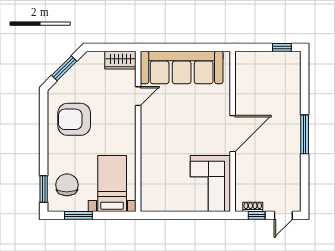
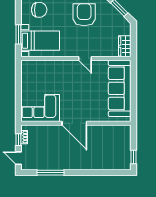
door: (138, 96) -> (85, 59), moved
window: (305, 134) -> (51, 173), moved
window: (78, 215) -> (18, 34), moved

